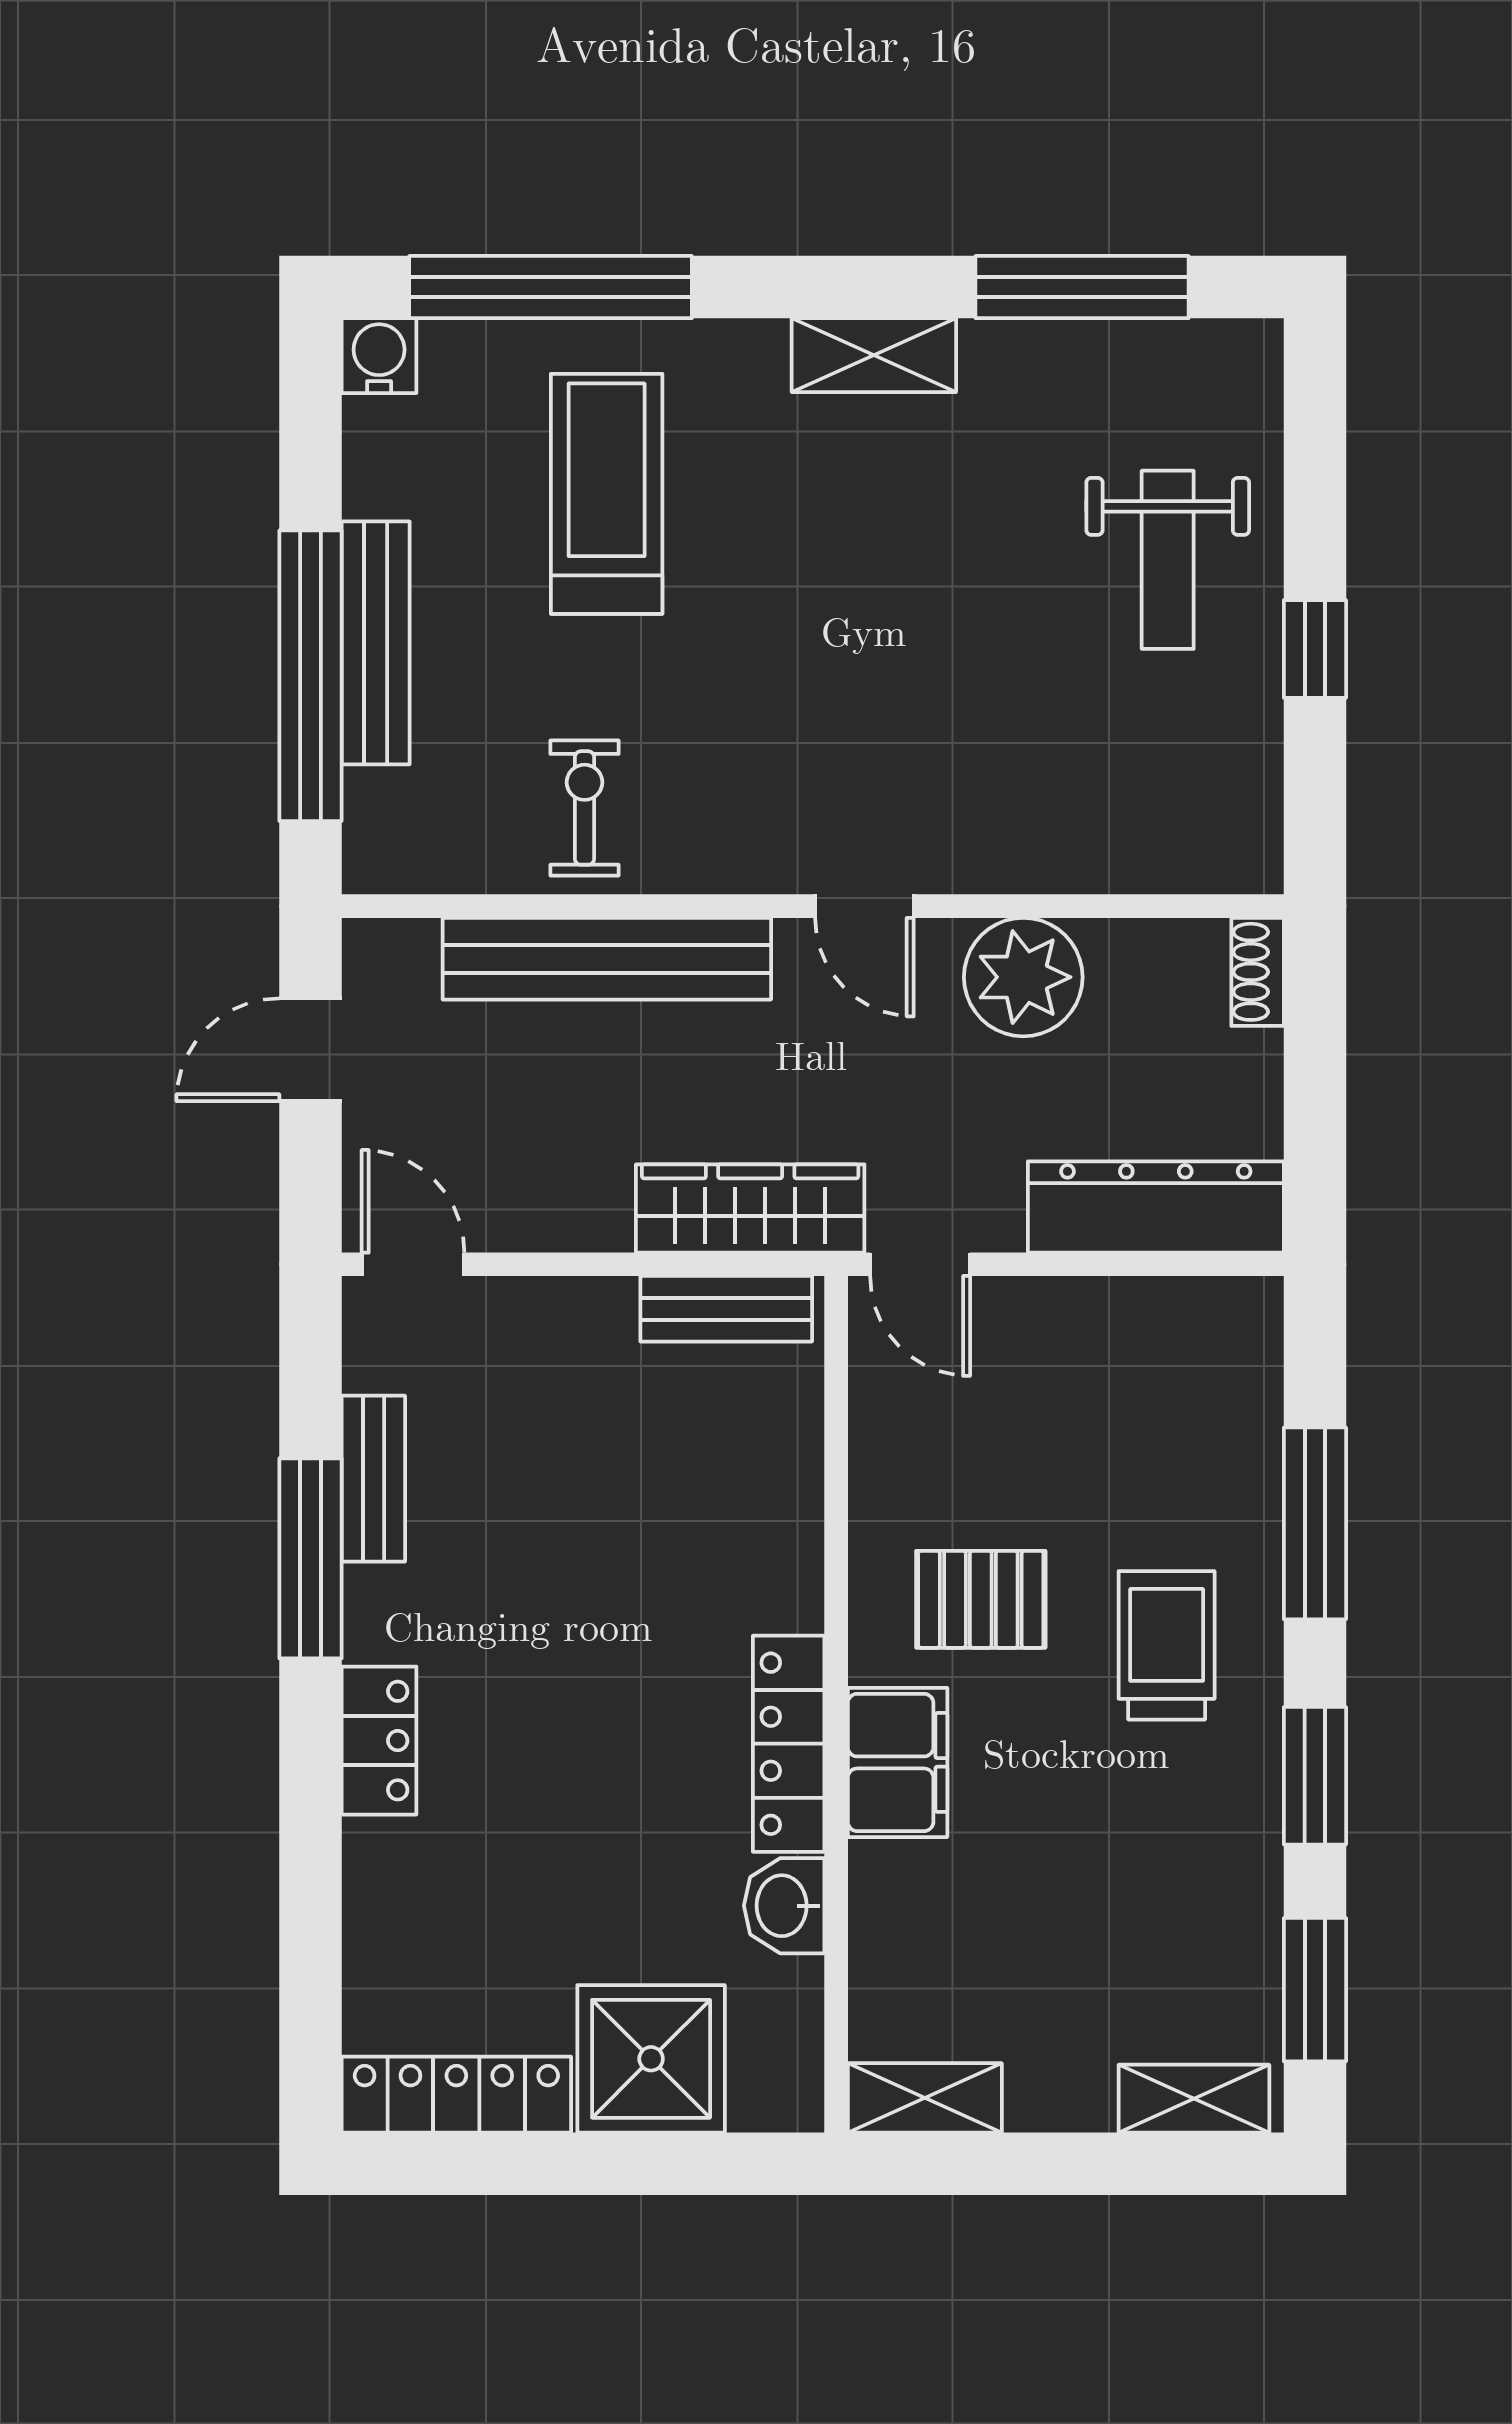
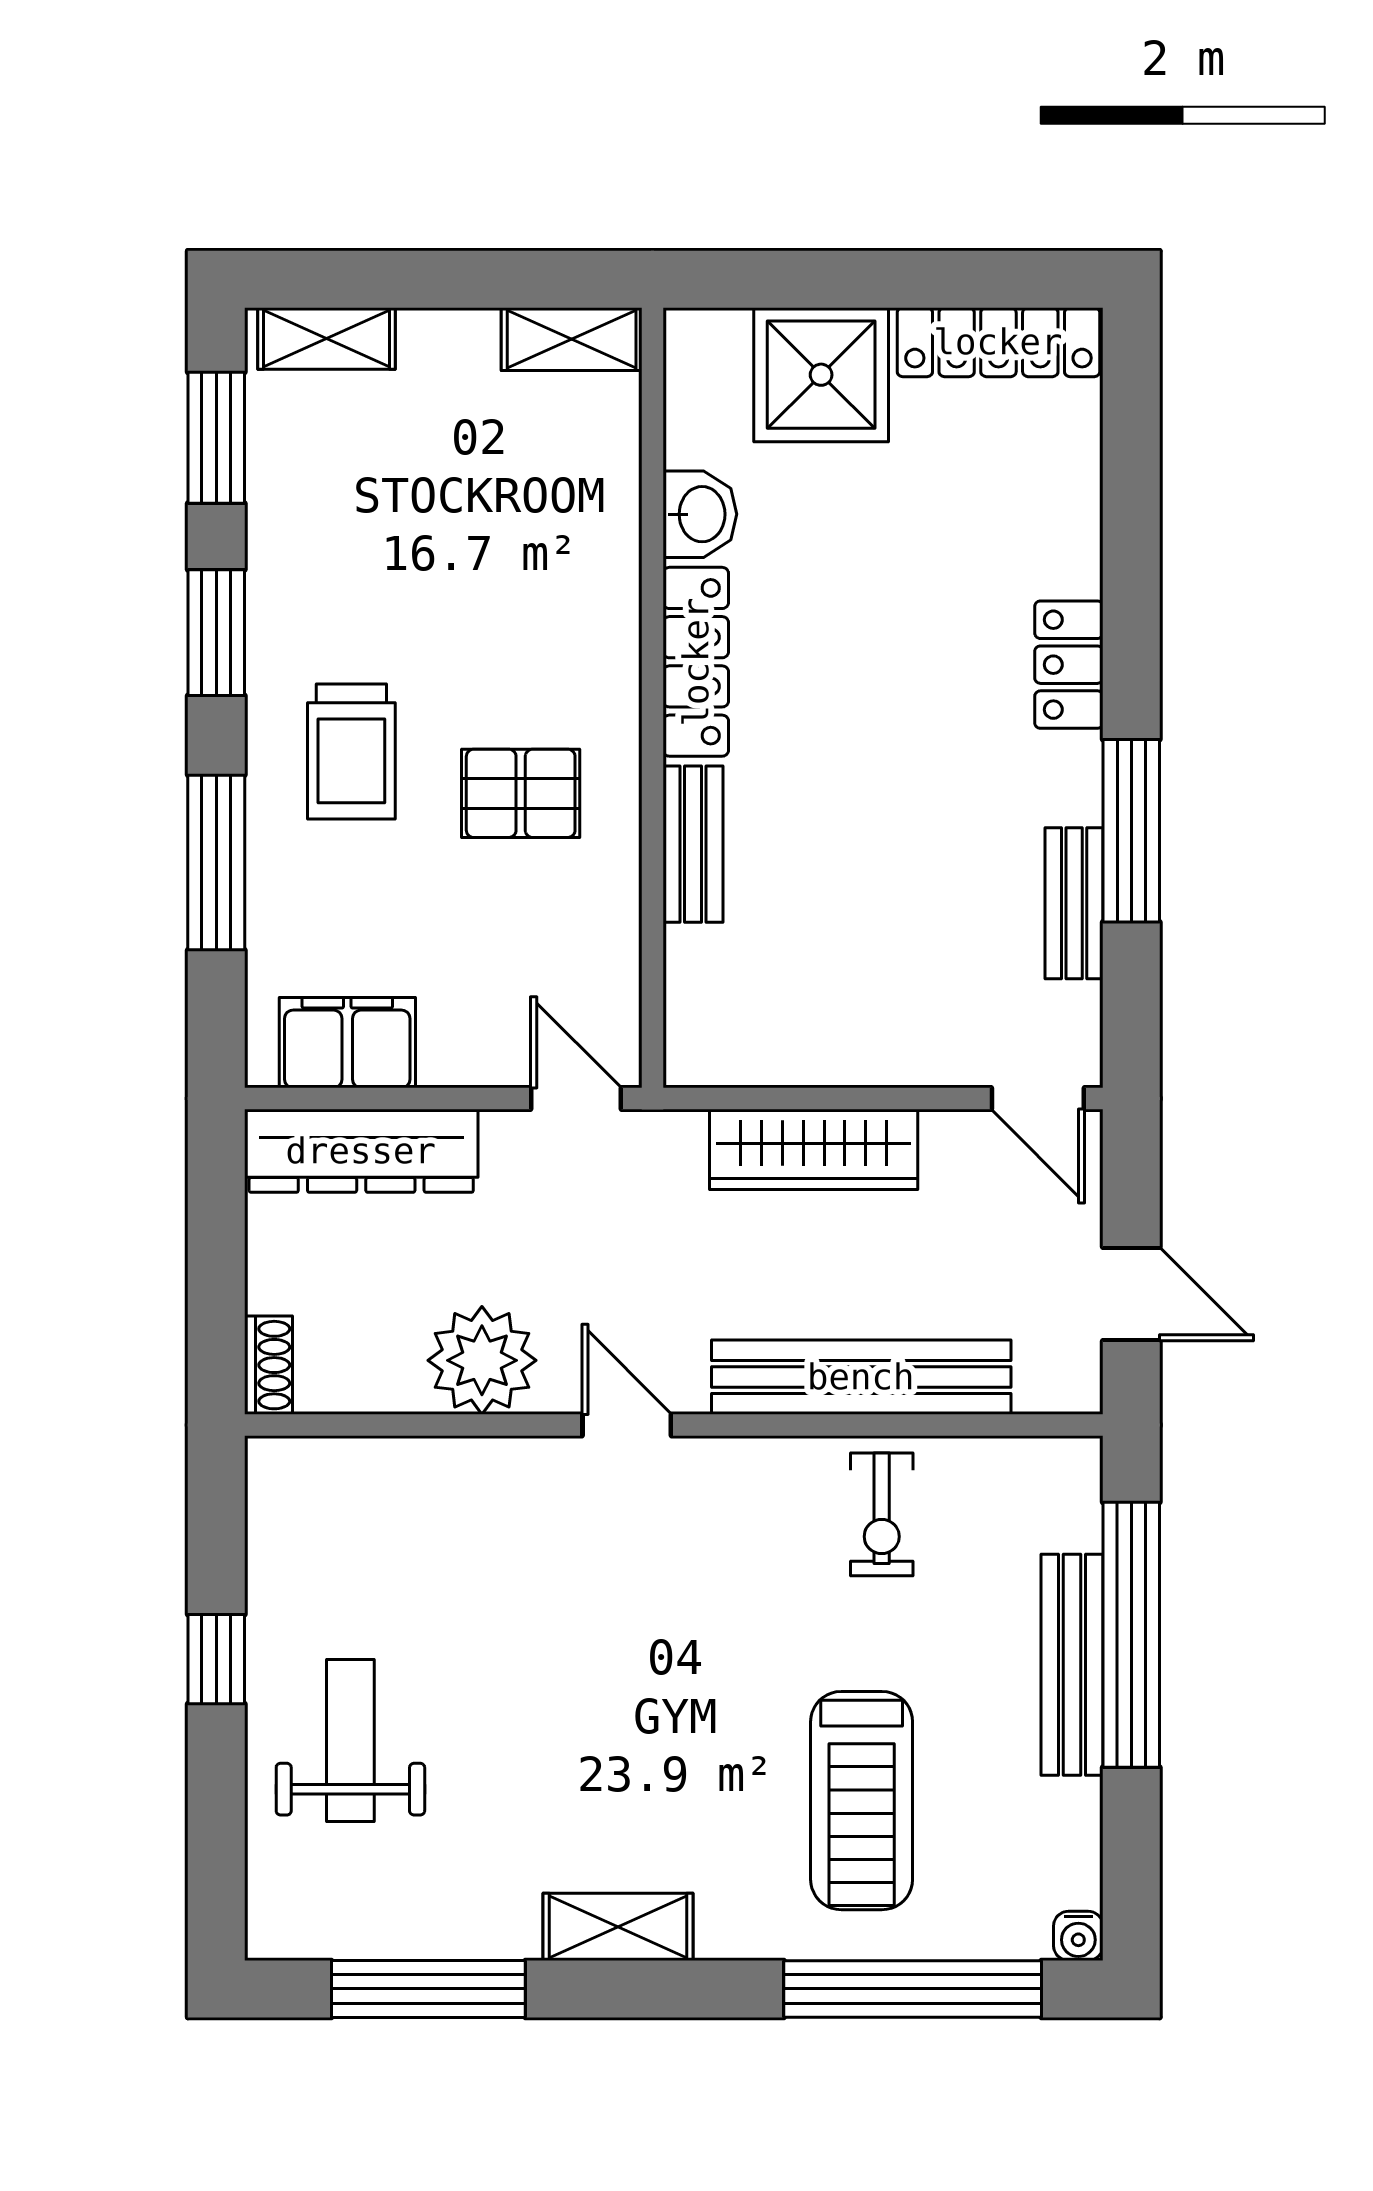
water cooler: (379, 356) -> (1078, 1936), width x0.72, depth x0.72
door: (310, 1050) -> (1131, 1294), hinge flipped
wardrobe: (750, 1208) -> (814, 1149), moved
bench: (726, 1309) -> (693, 844), moved, turned 90
filing cabinet: (898, 1762) -> (347, 1043), moved, turned 90

